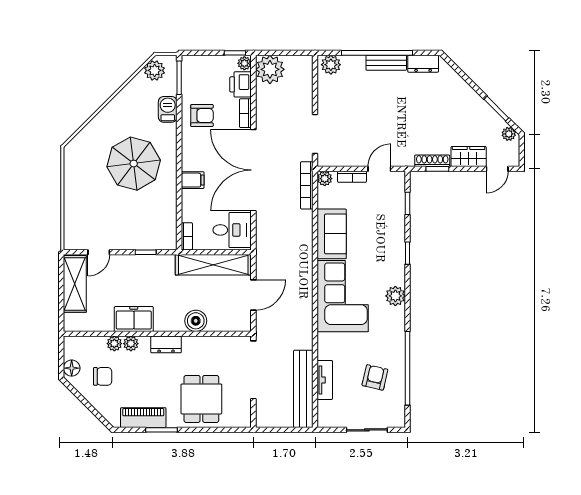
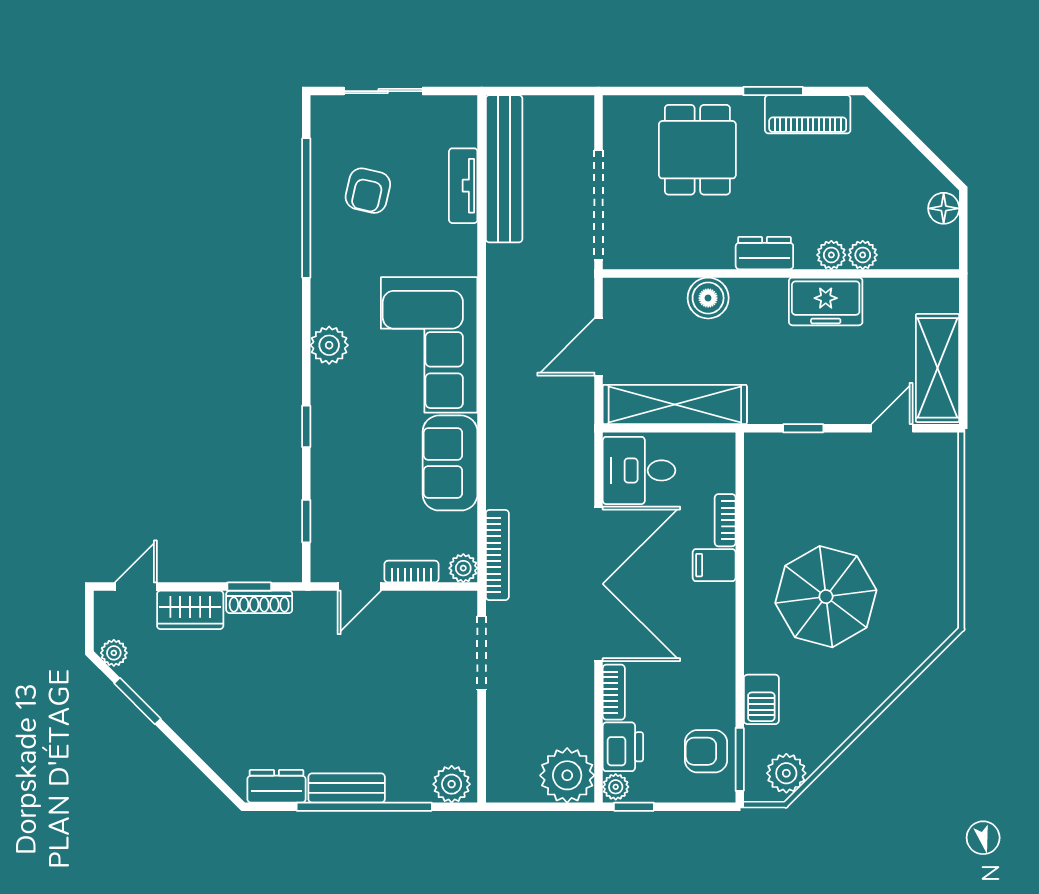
armchair: (202, 115) -> (706, 751), moved
bookcase: (187, 236) -> (725, 520), moved
chair: (103, 376) -> (885, 192), removed

